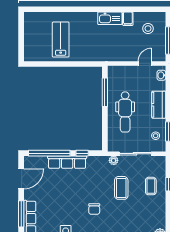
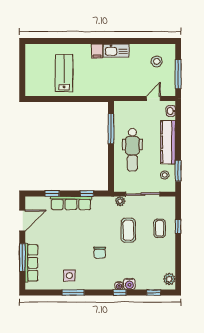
filing cabinet: (128, 19) -> (97, 51), moved
kitchen counter: (159, 105) -> (168, 142), width x1.50
window: (49, 153) -> (52, 193), width x0.32

